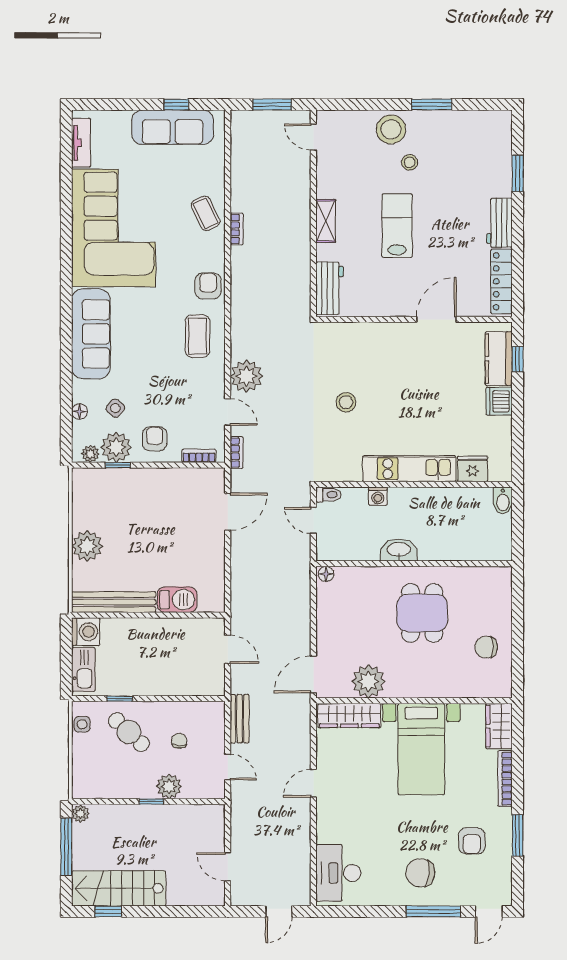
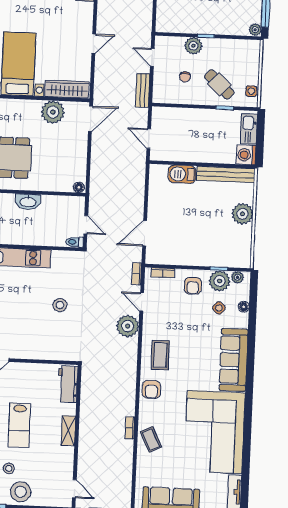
washing machine: (378, 496) -> (41, 239), removed

